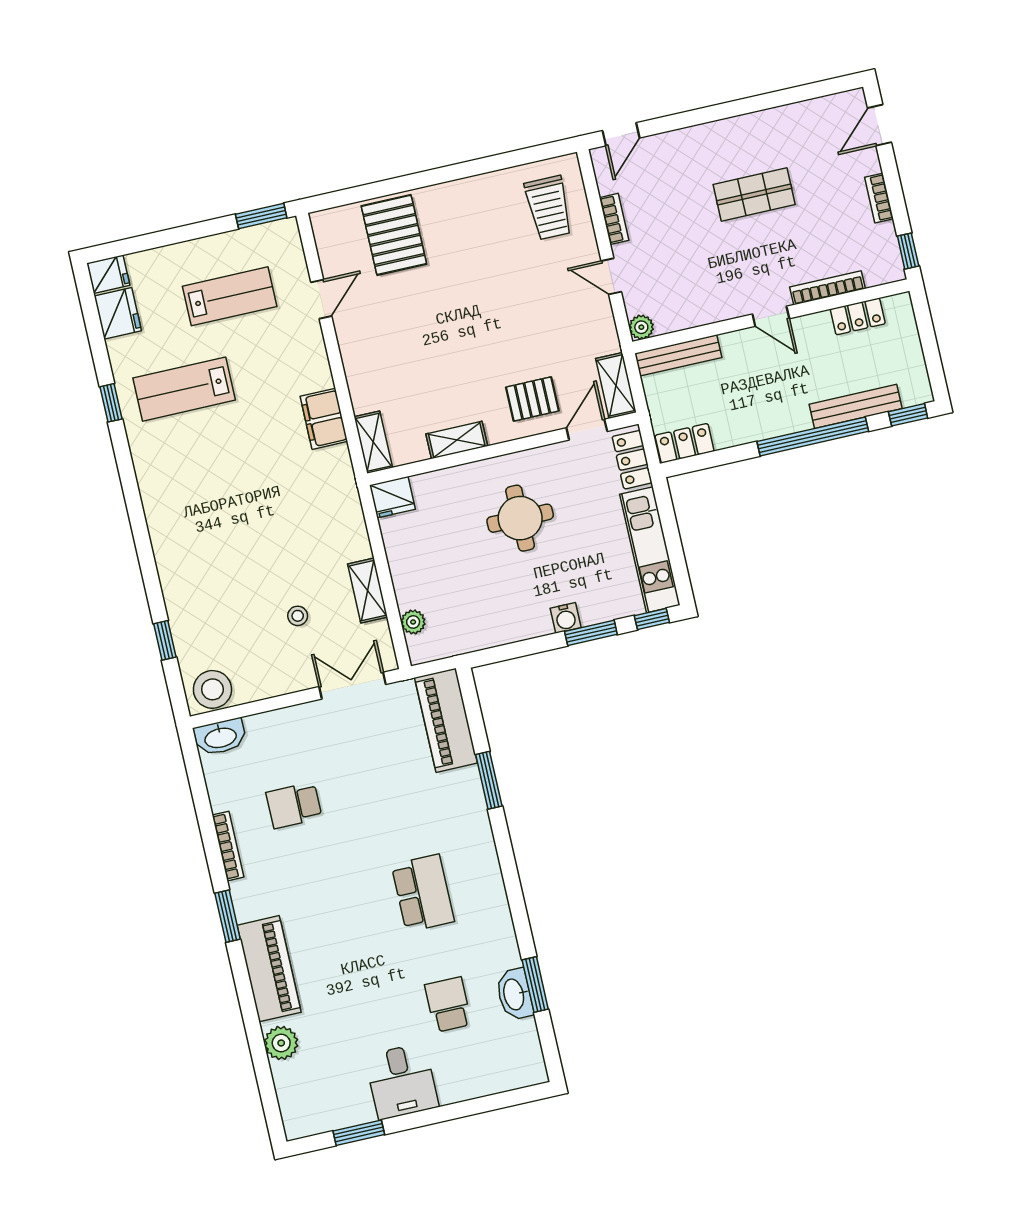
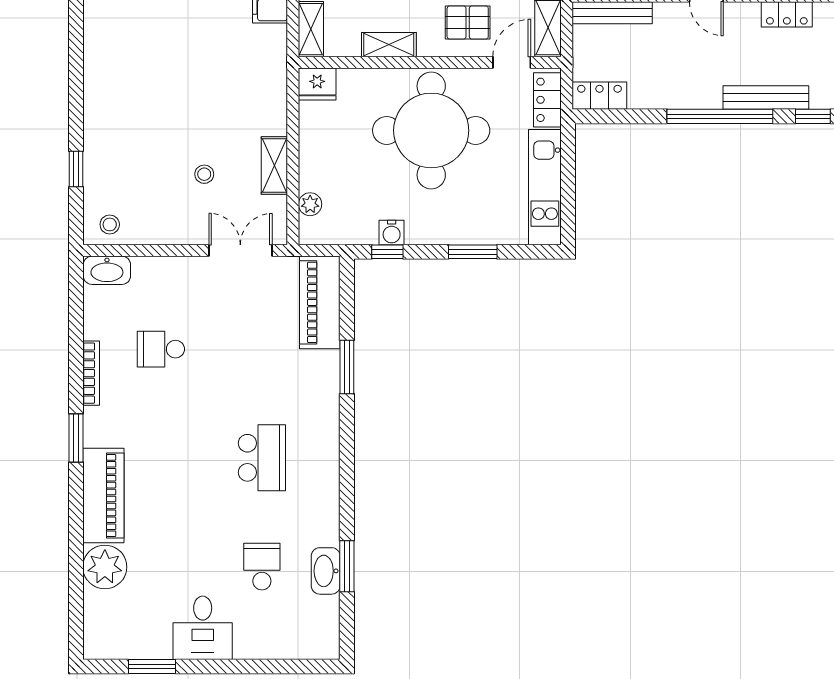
round table: (520, 518) -> (431, 130), width x1.86, depth x1.86
water cooler: (566, 618) -> (392, 233), moved
window: (652, 619) -> (387, 252), moved
stool: (212, 689) -> (110, 224), width x0.53, depth x0.53
plant: (281, 1043) -> (105, 567), width x1.36, depth x1.36

